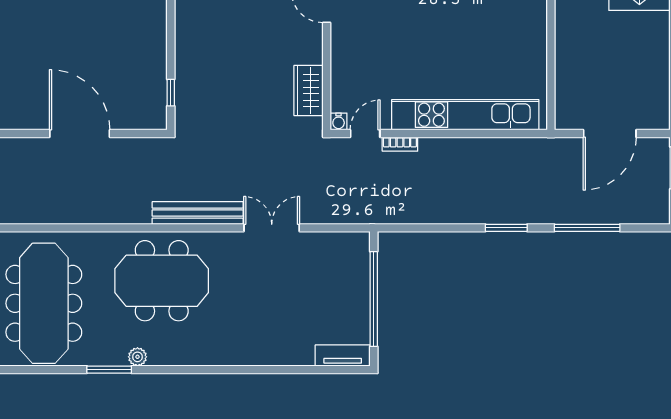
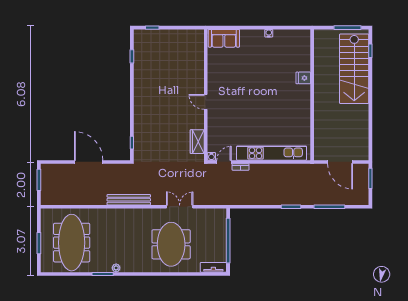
door: (610, 133) -> (340, 162), hinge flipped
bench: (198, 213) -> (129, 200), moved
meeting table: (162, 281) -> (171, 244), moved, turned 90

